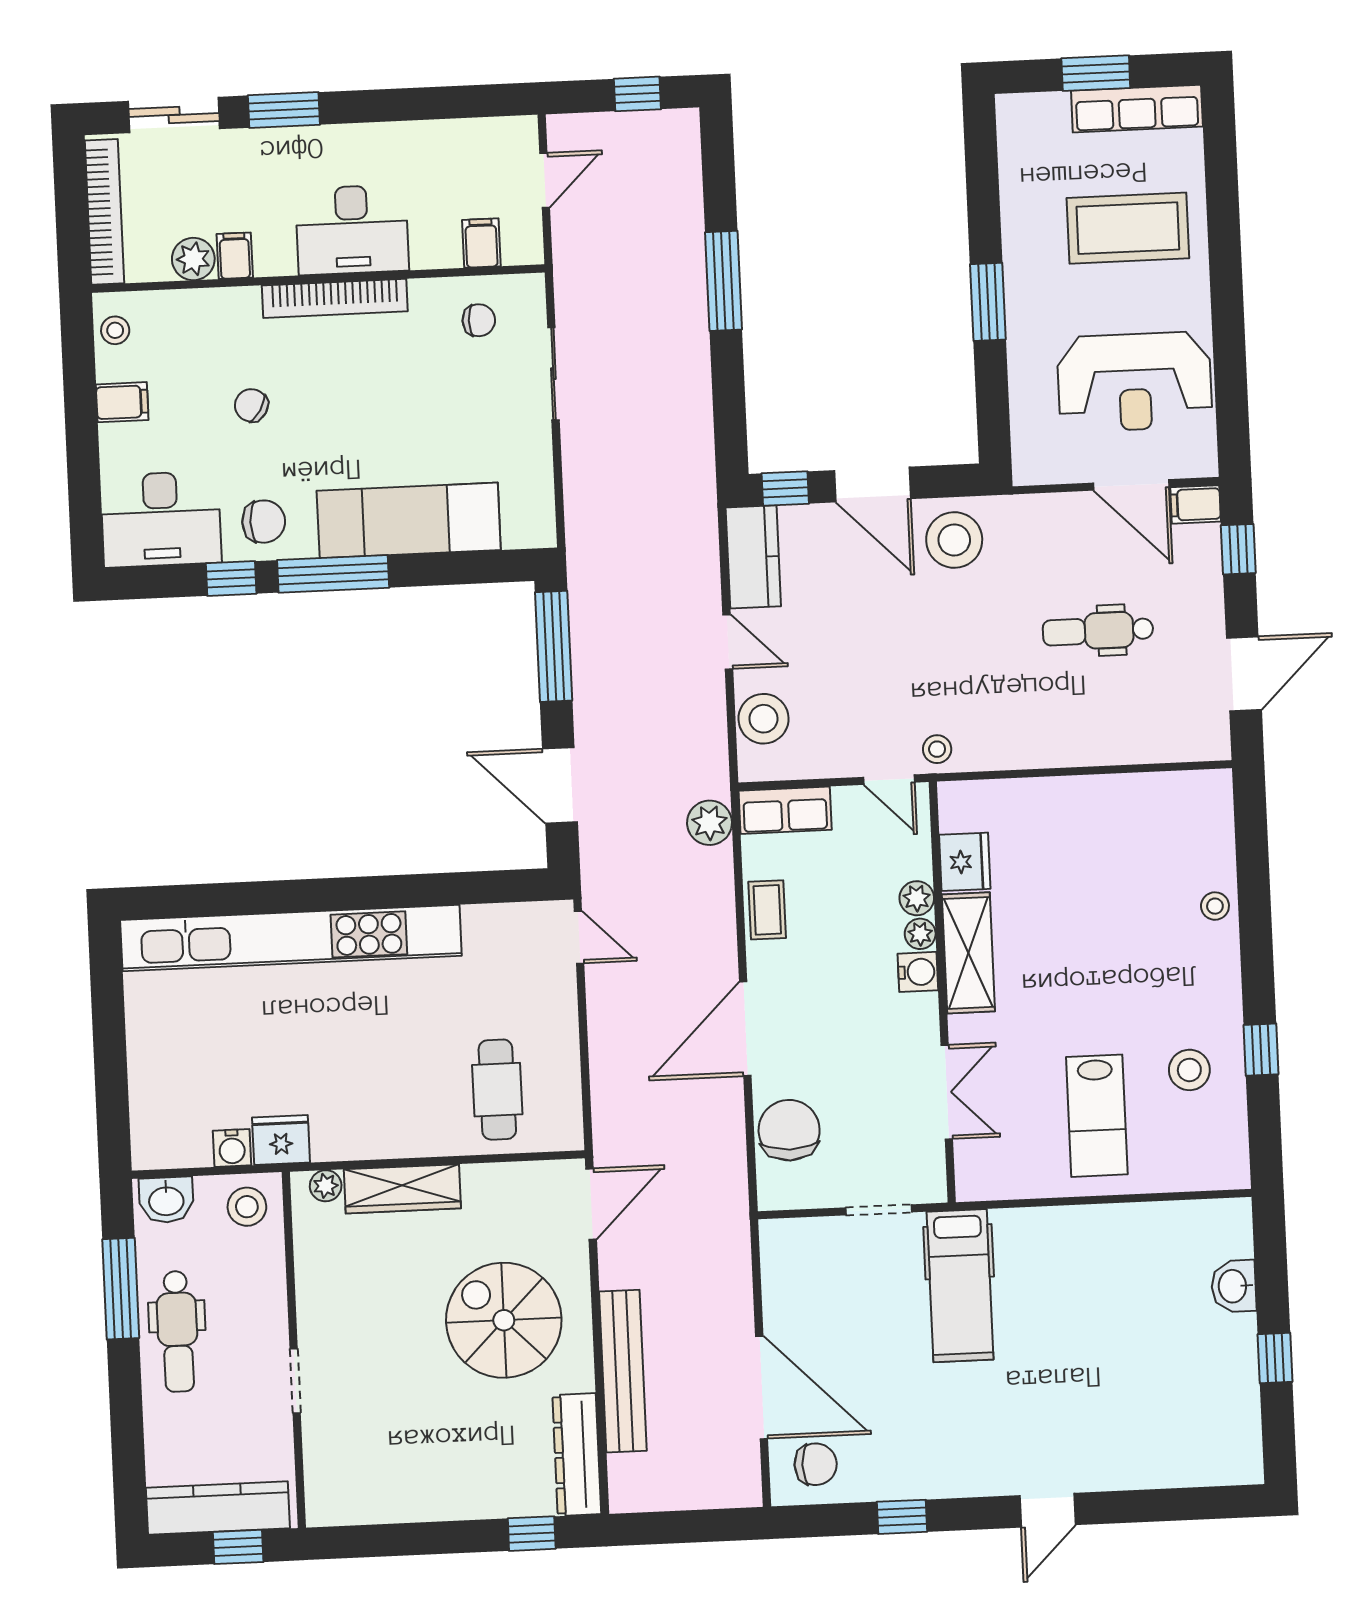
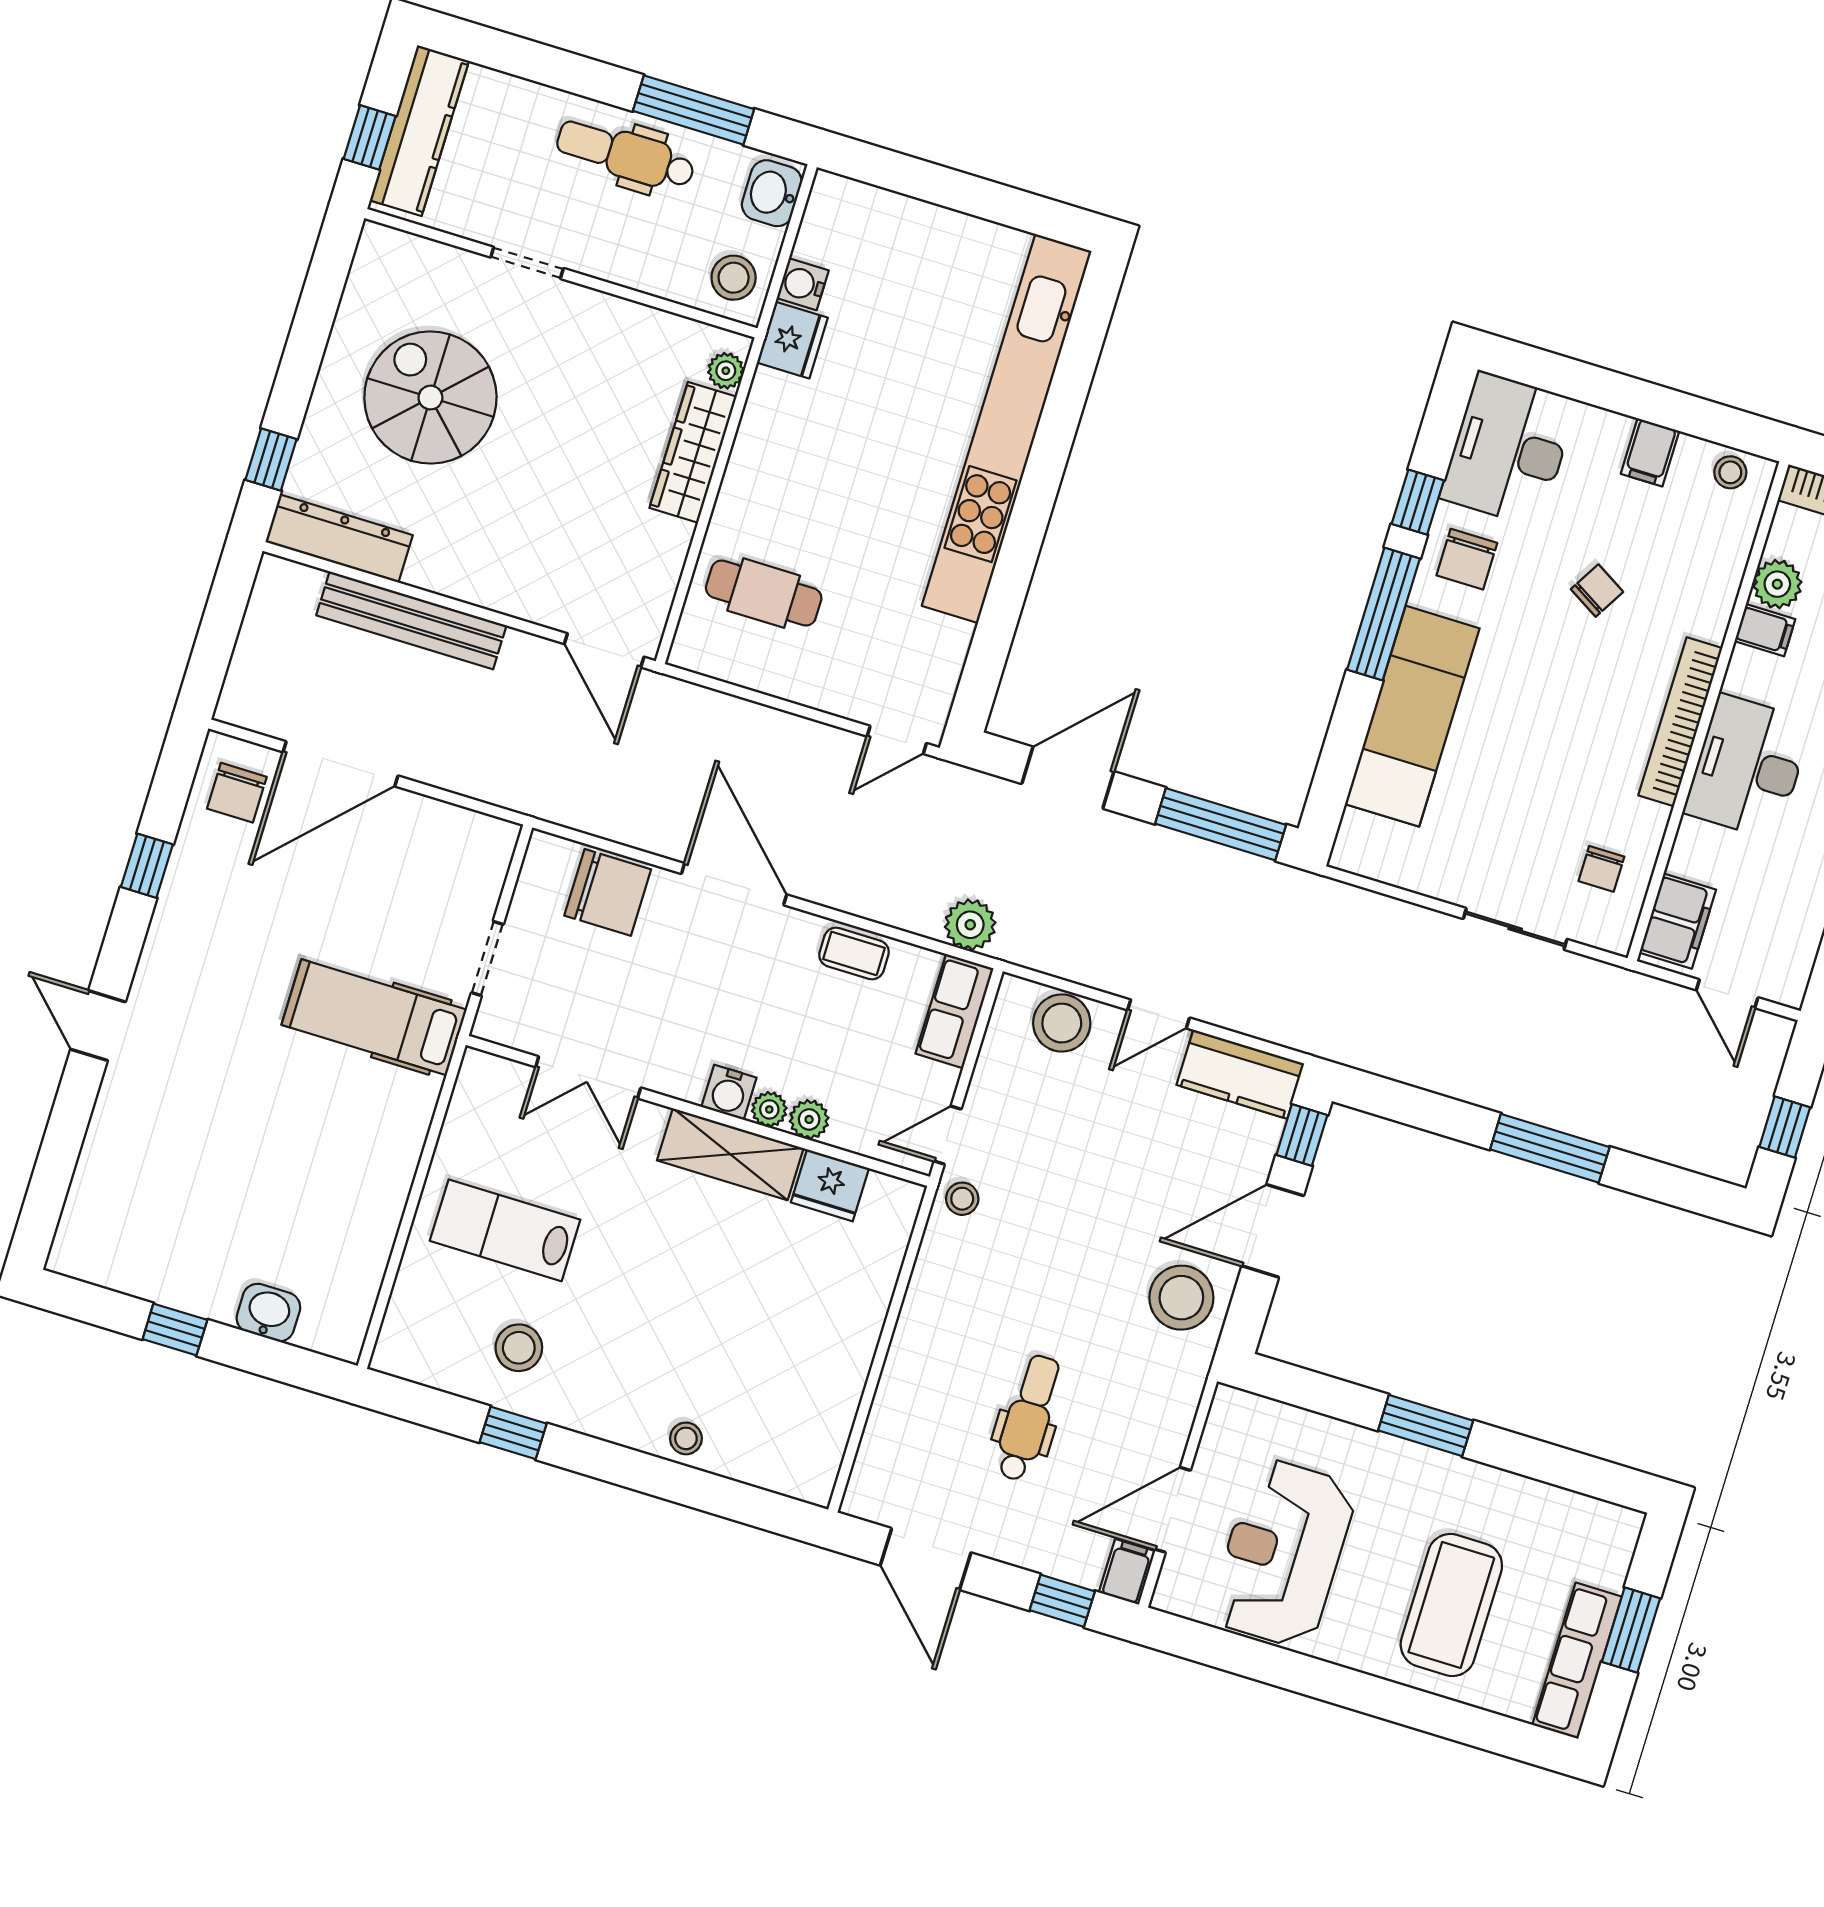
filing cabinet: (481, 243) -> (1678, 921), width x2.00
spiral stairs: (504, 1320) -> (430, 398), moved, turned -90

